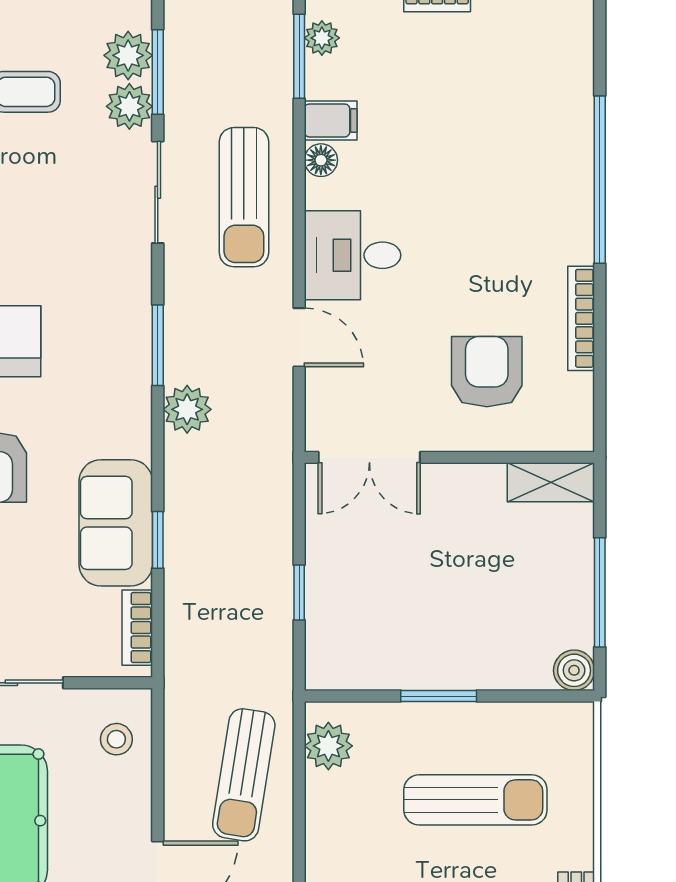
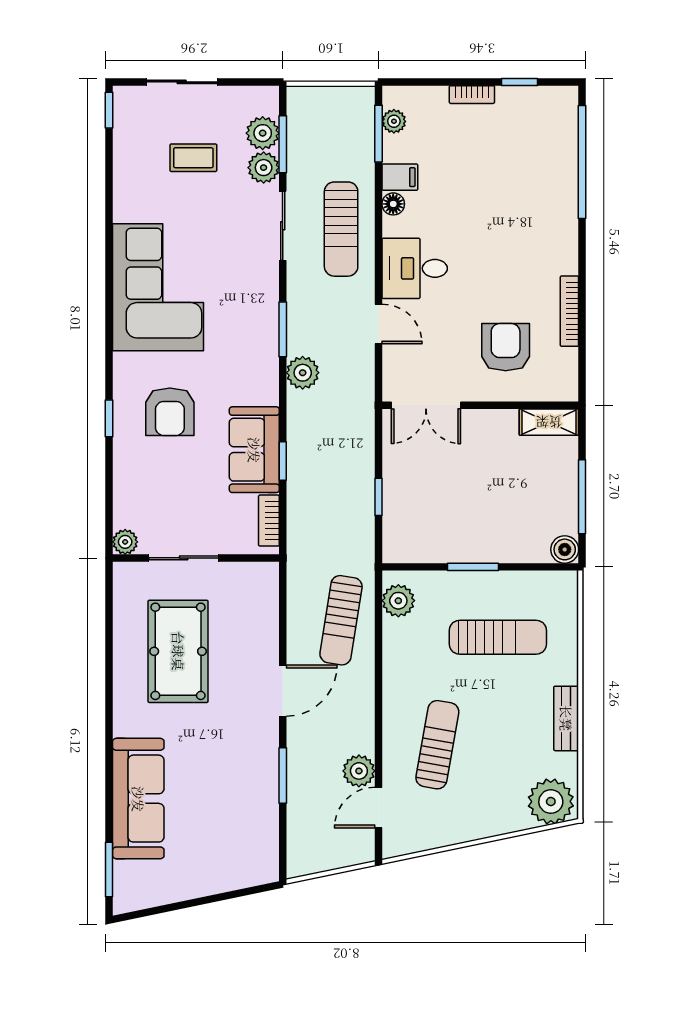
window: (600, 180) -> (582, 162), moved
stool: (116, 739) -> (255, 596), removed

